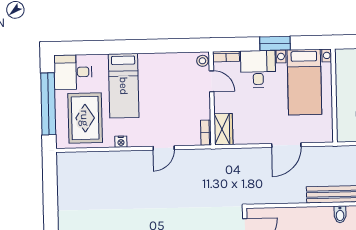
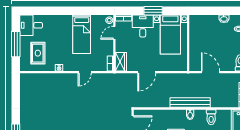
door: (212, 81) -> (114, 33), swing flipped
bed: (124, 86) -> (82, 34), moved
window: (48, 104) -> (16, 44), width x0.68
rug: (85, 118) -> (38, 53), width x0.73, depth x0.70
door: (286, 145) -> (147, 72), moved

